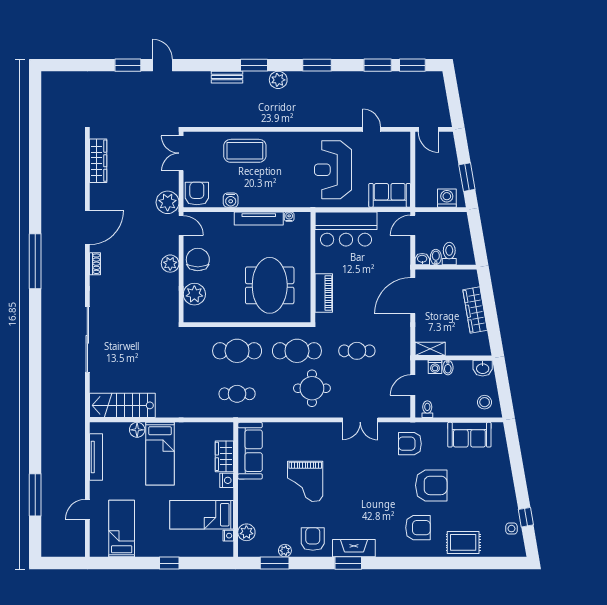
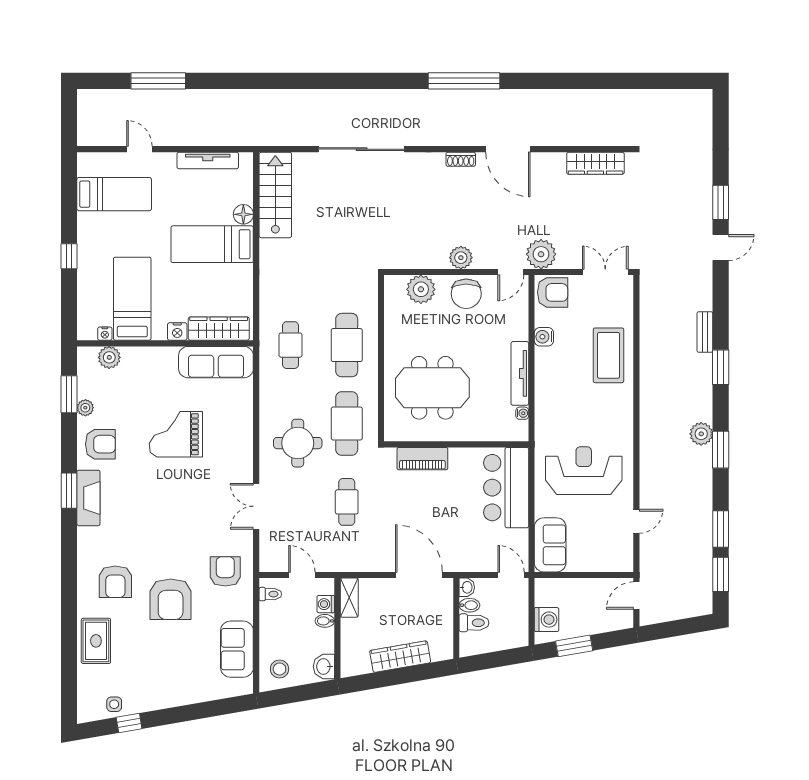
plant: (278, 80) -> (701, 434), moved
chair: (198, 260) -> (466, 294), turned 90
wardrobe: (224, 456) -> (219, 329), width x1.50

